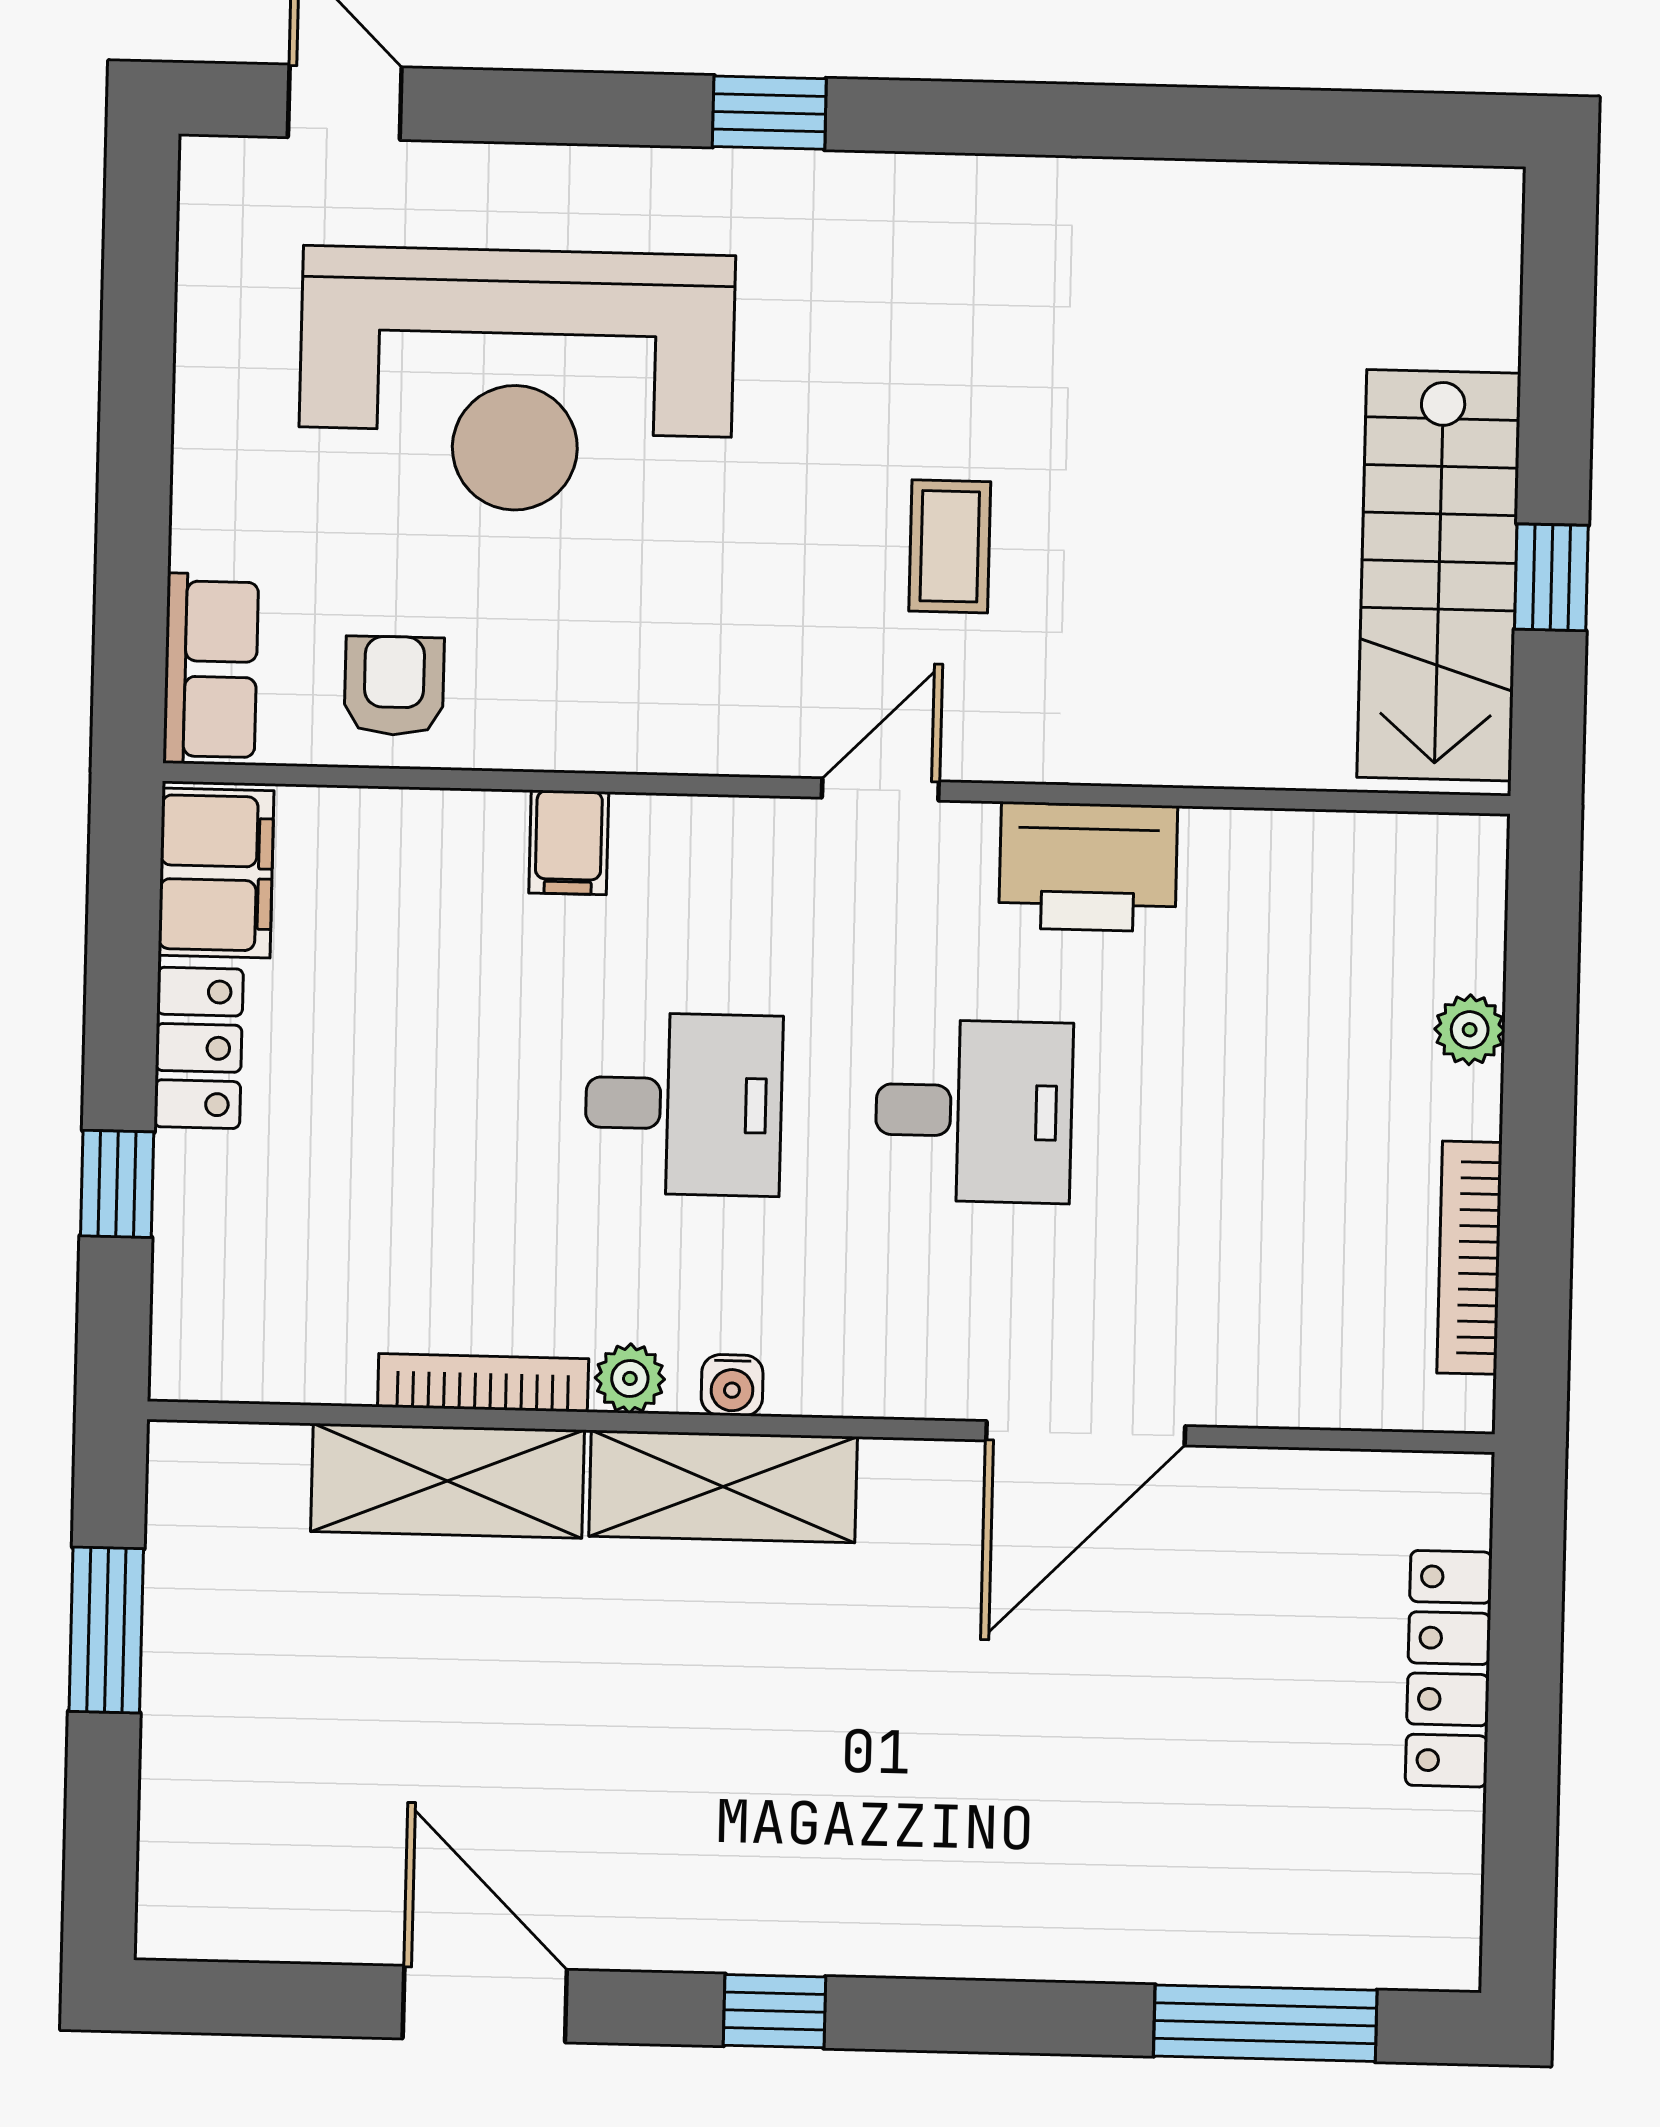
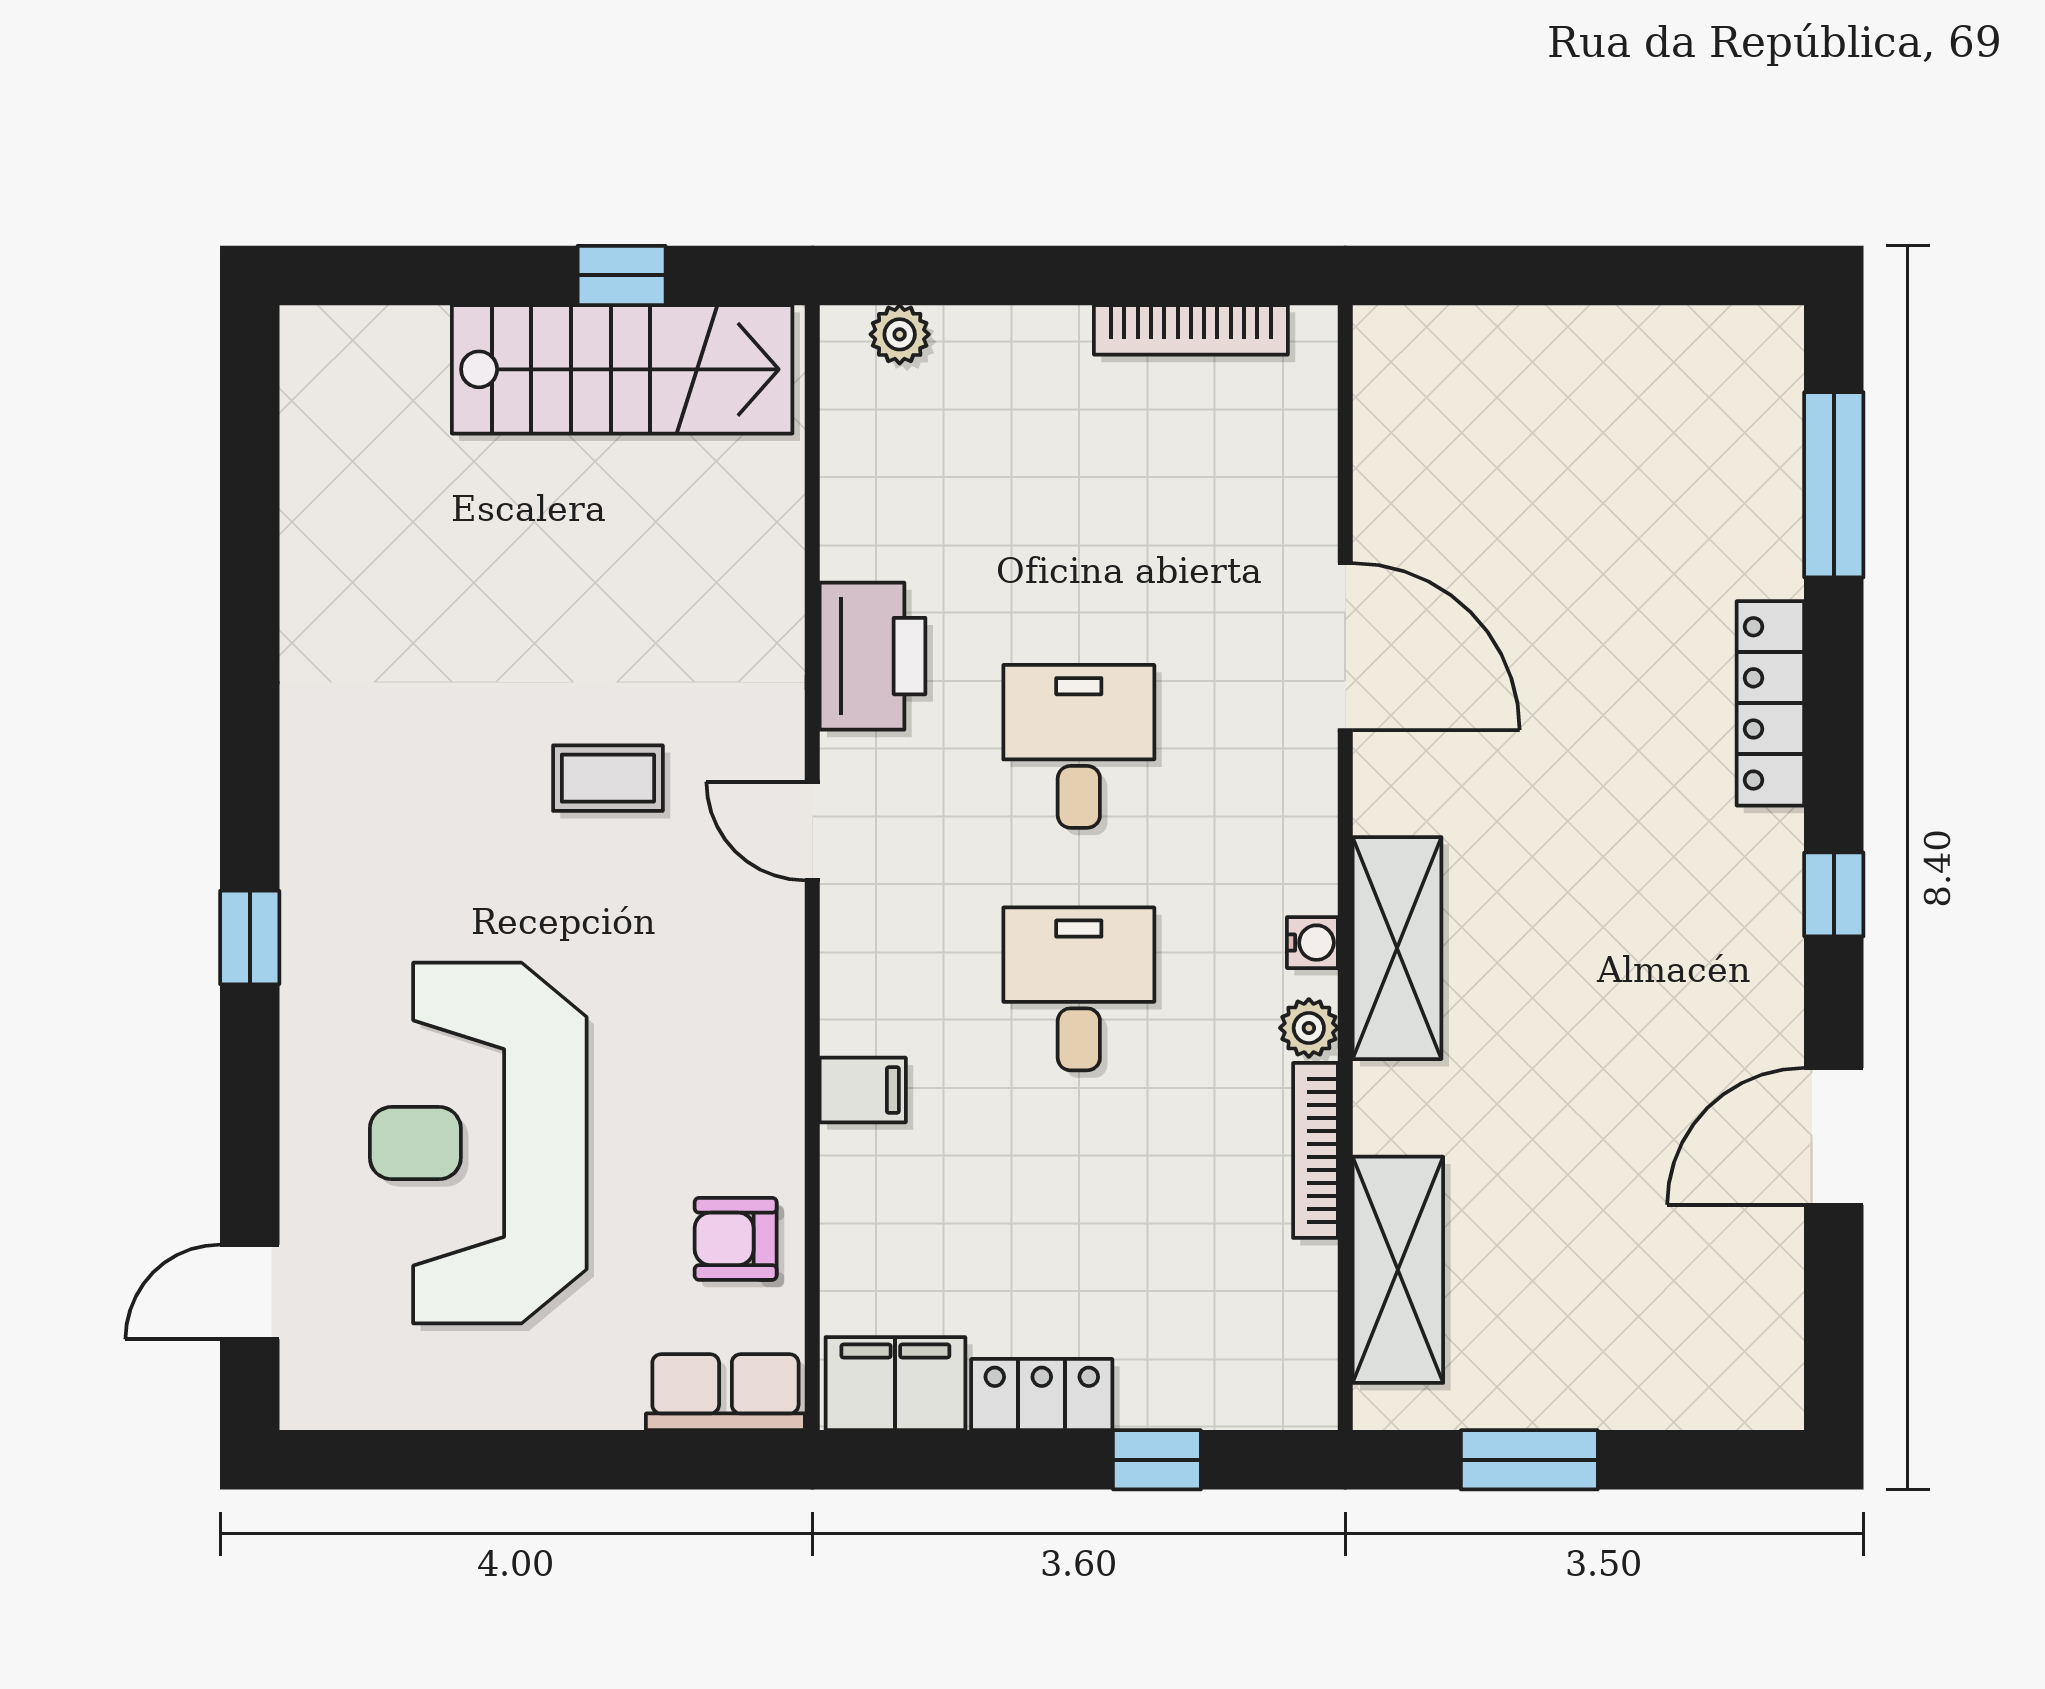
reception desk: (516, 380) -> (478, 1143), turned 180
plant: (1470, 1030) -> (900, 334), moved
shelving: (447, 1481) -> (1398, 1270), moved
locker: (1449, 1669) -> (1770, 703), moved, turned 90

